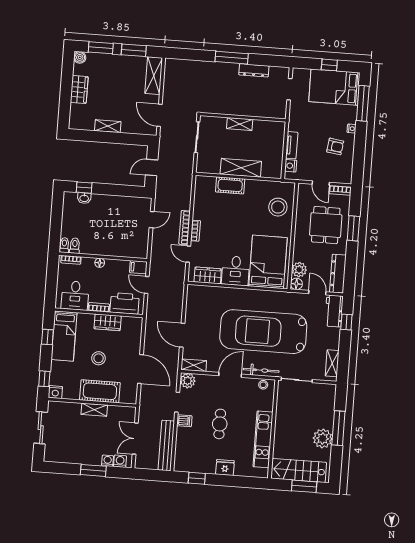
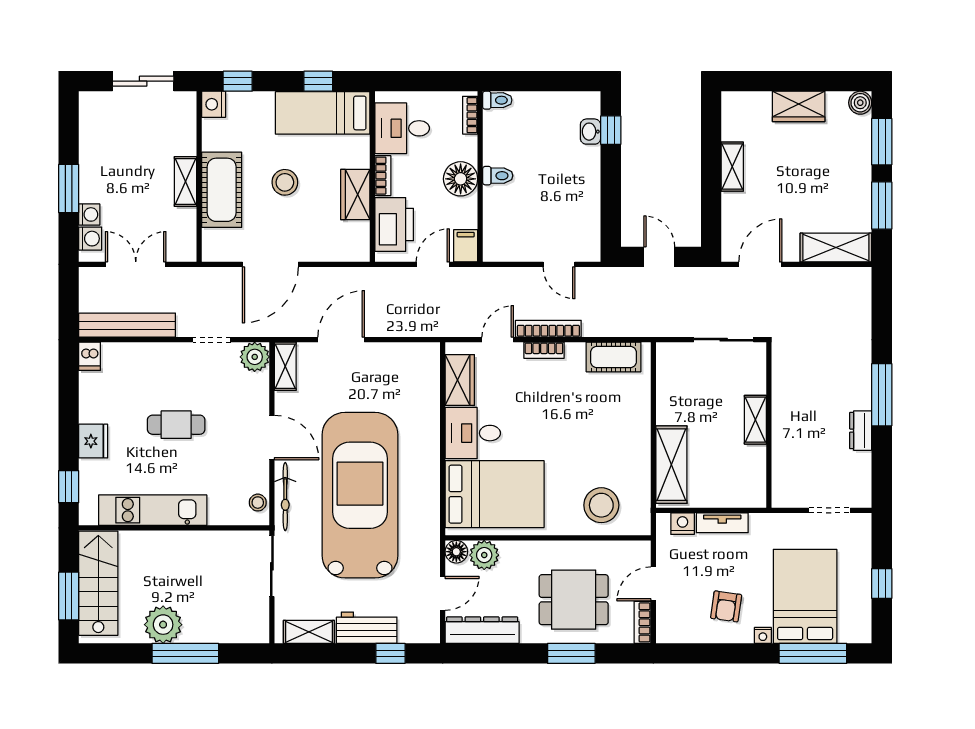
dresser: (254, 70) -> (861, 431), width x0.70
bed: (334, 87) -> (805, 596), moved
shelving: (241, 168) -> (671, 465), moved
cot: (230, 185) -> (614, 357), moved, turned 90
toilet: (75, 246) -> (498, 176), moved
floor lamp: (100, 263) -> (461, 179), width x1.89, depth x1.89
workbench: (334, 311) -> (367, 628), moved
dishwasher: (184, 421) -> (90, 356), moved
window: (197, 478) -> (69, 487), moved

